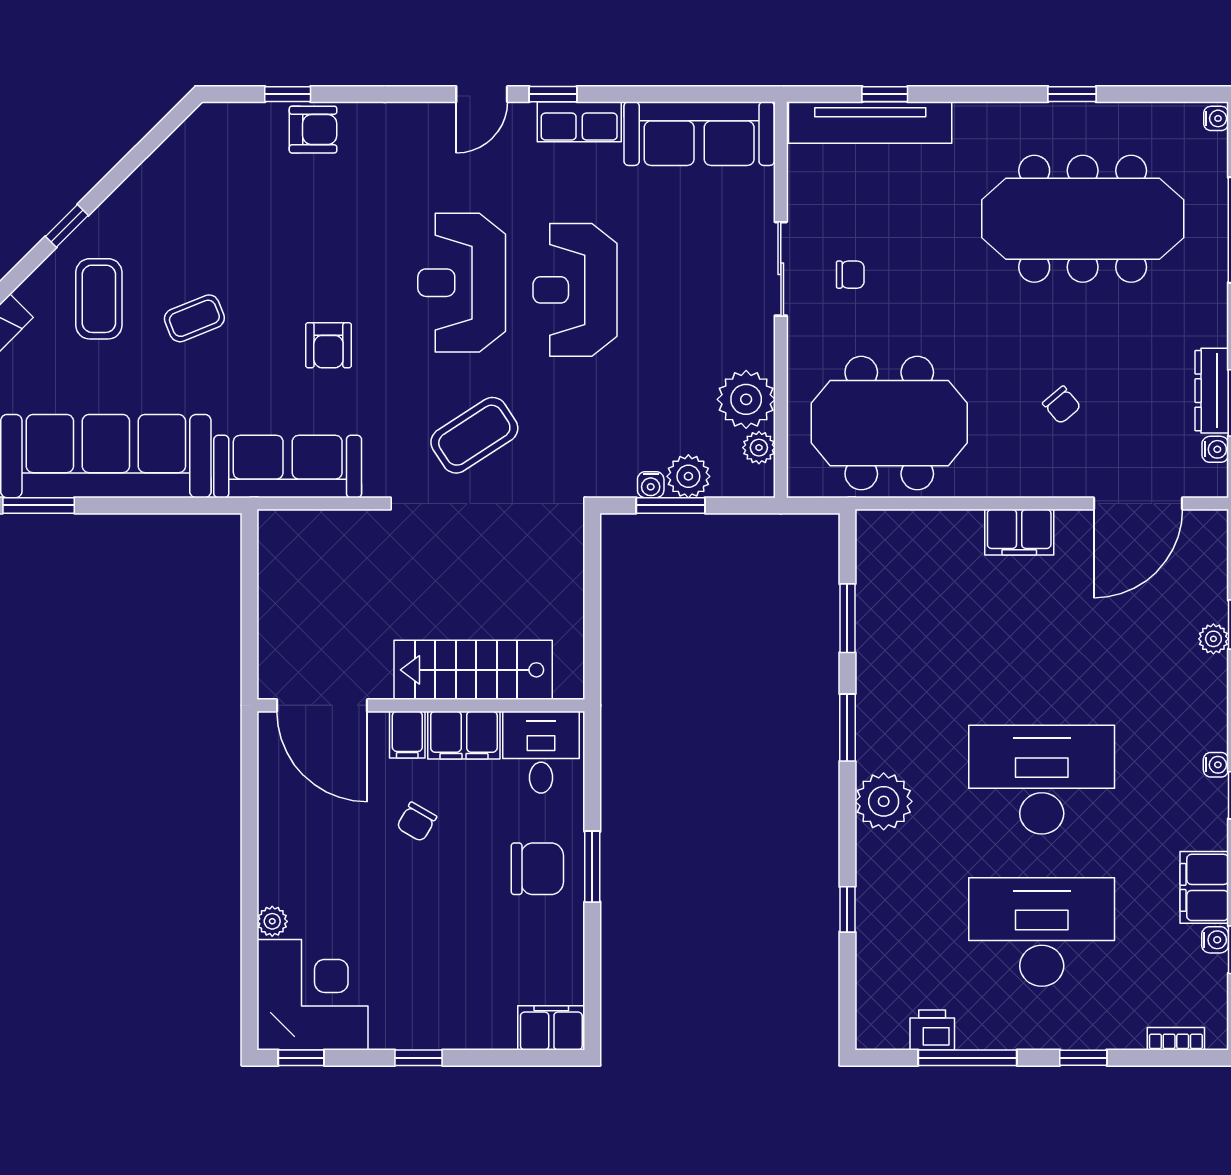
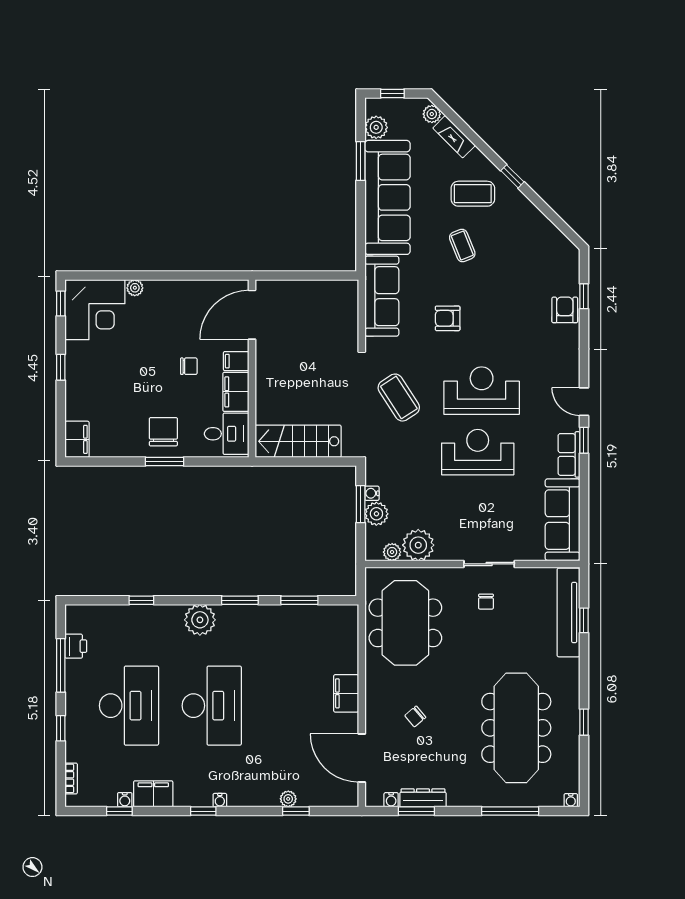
armchair: (313, 130) -> (565, 310), turned 180
stairs: (473, 670) -> (298, 441), moved, turned -90
chair: (417, 822) -> (189, 366), turned 150
chair: (537, 869) -> (163, 432), turned 180

